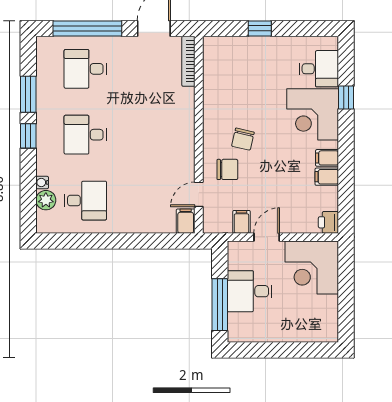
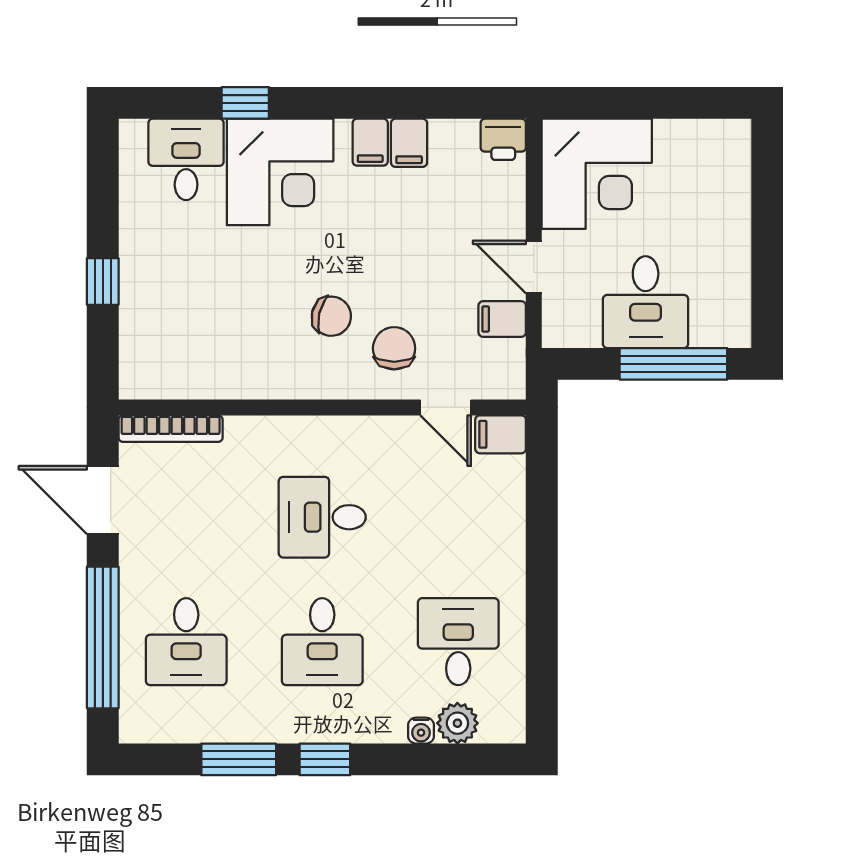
desk: (146, 135) -> (322, 517), added

